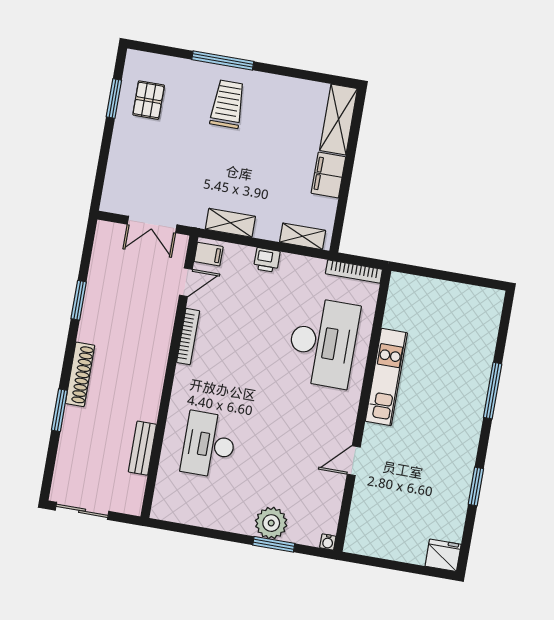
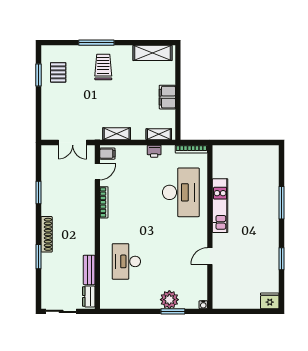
shelving: (339, 119) -> (152, 53), moved, turned 90
printer: (267, 260) -> (154, 151), moved
dresser: (134, 494) -> (89, 296), added

